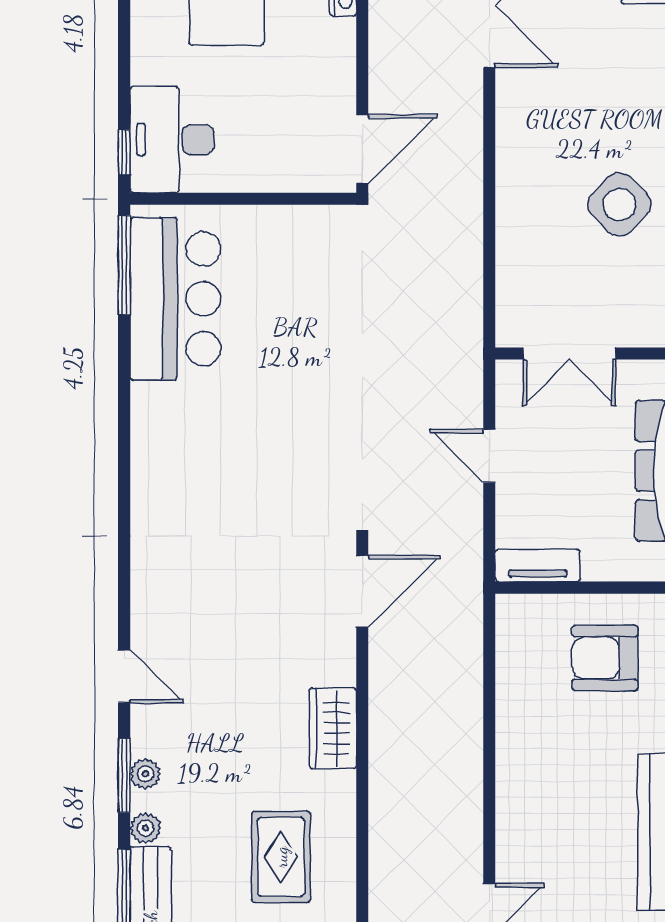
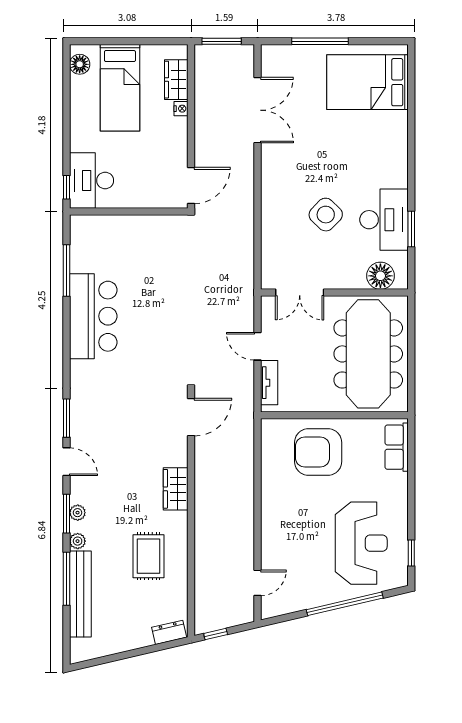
window: (124, 265) -> (66, 271), moved
bar counter: (175, 299) -> (93, 316), moved
tv unit: (538, 566) -> (269, 383), moved, turned 90
window: (124, 593) -> (66, 418), added
armchair: (605, 658) -> (318, 452), width x1.36, depth x1.36

